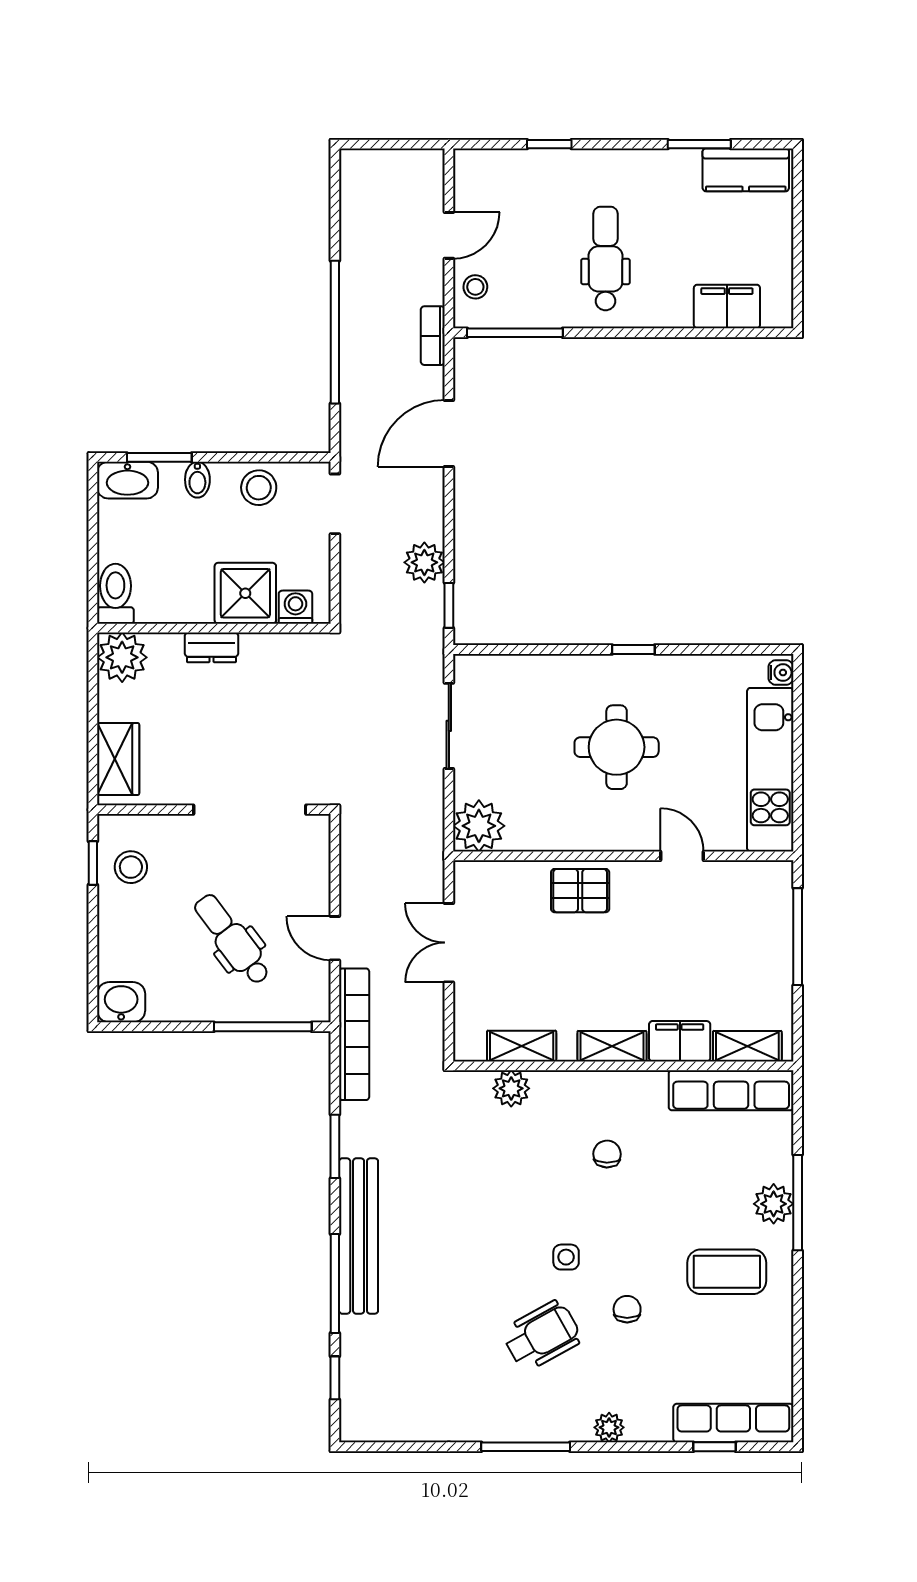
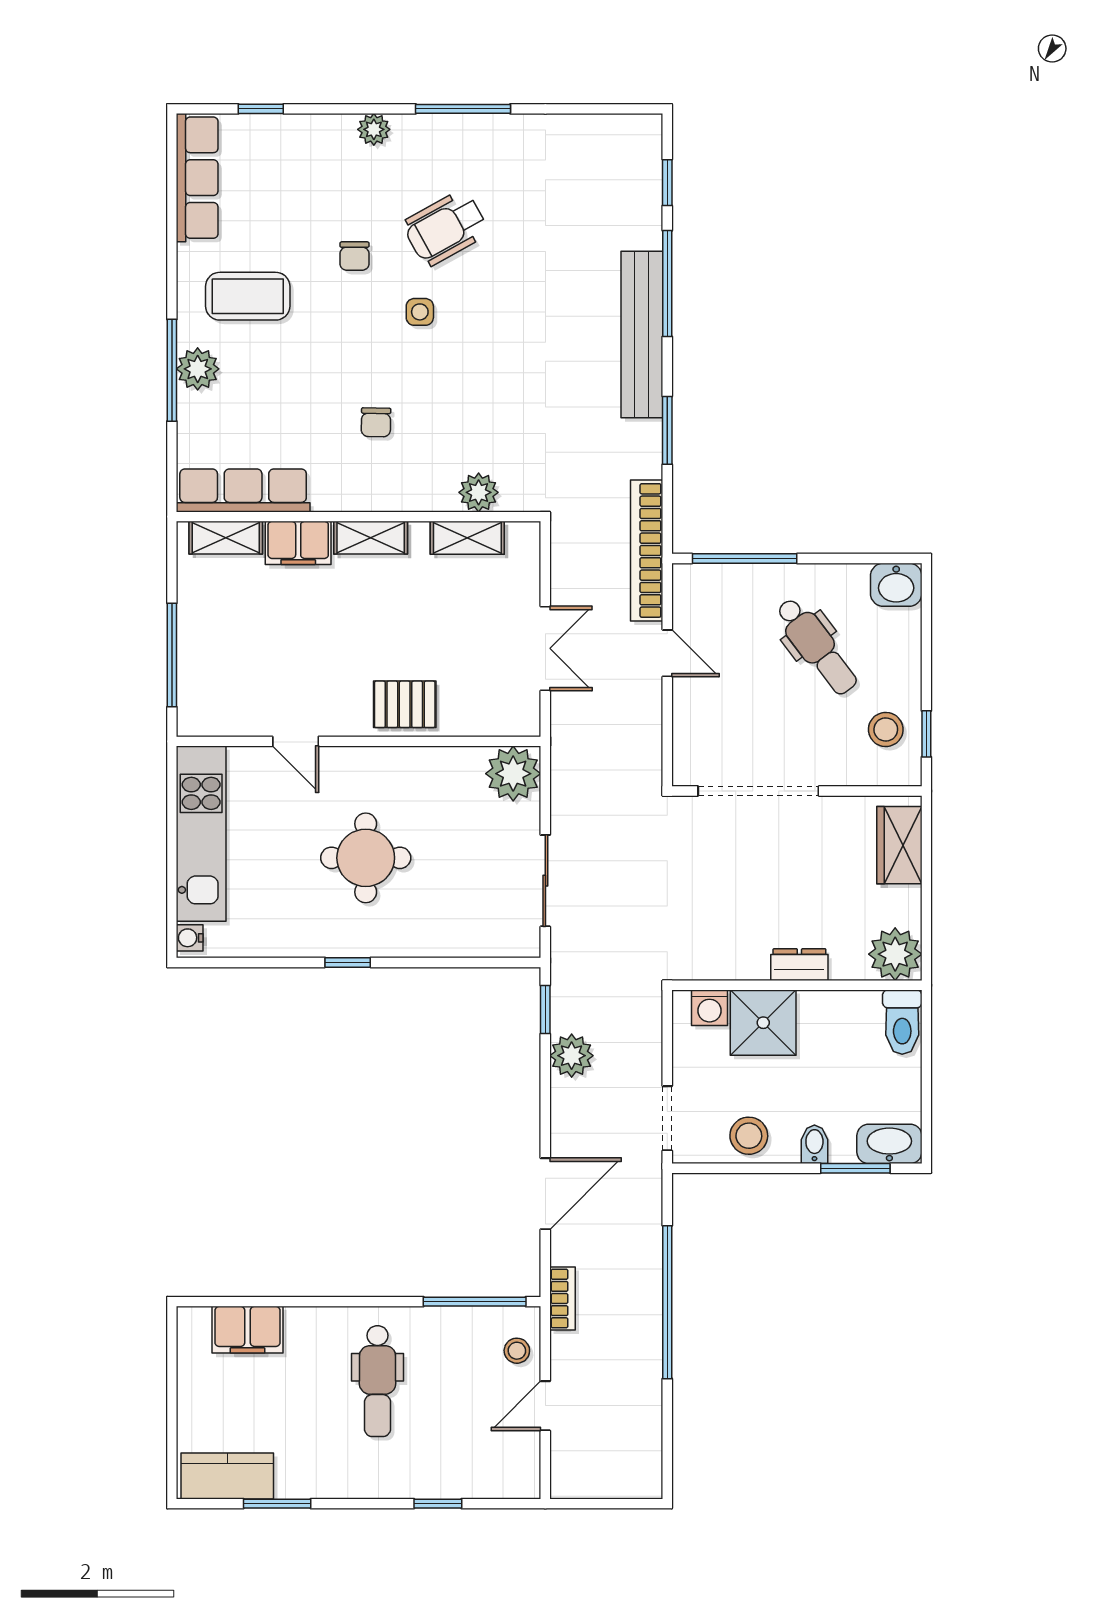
dental chair: (232, 939) -> (817, 646), moved
row of seats: (733, 1423) -> (197, 178), moved, turned -90

